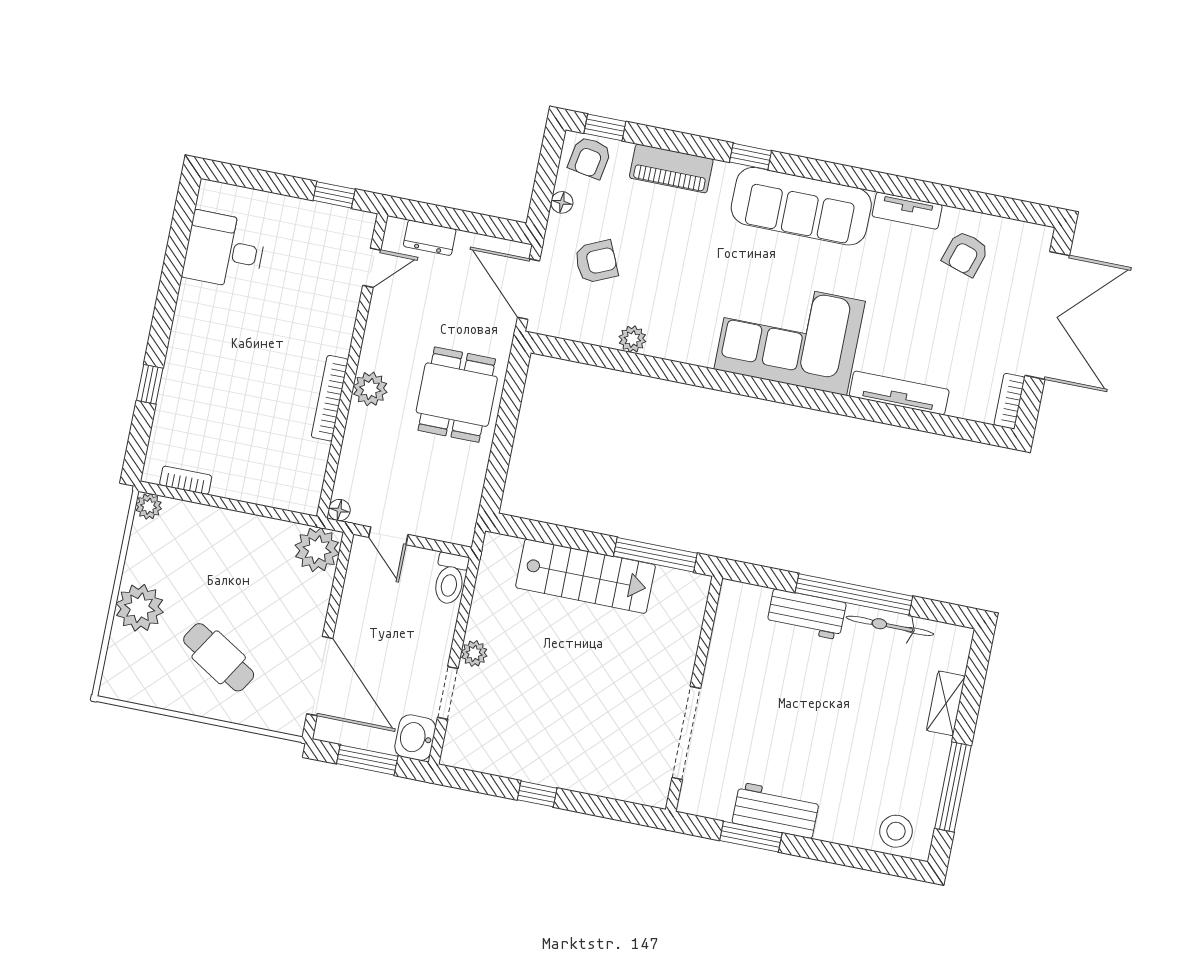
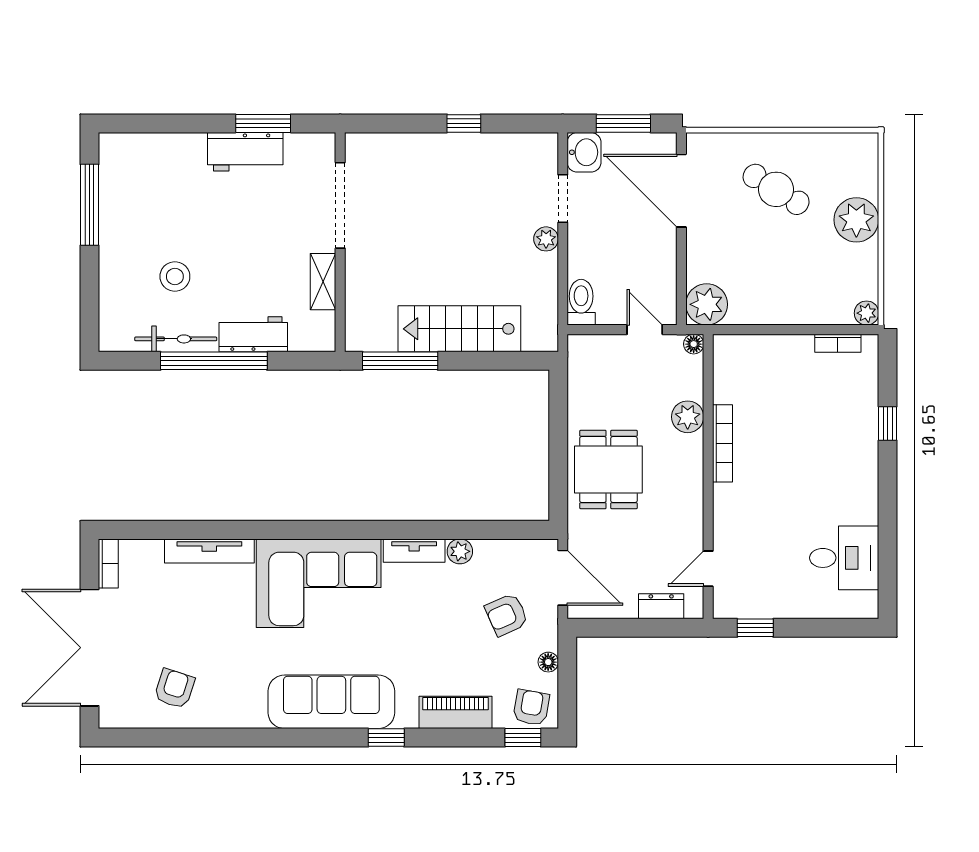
tv unit: (907, 211) -> (414, 551), moved, turned 180
plant: (370, 389) -> (688, 417), moved
shelving: (946, 703) -> (323, 282), moved
stool: (896, 831) -> (175, 276), moved

